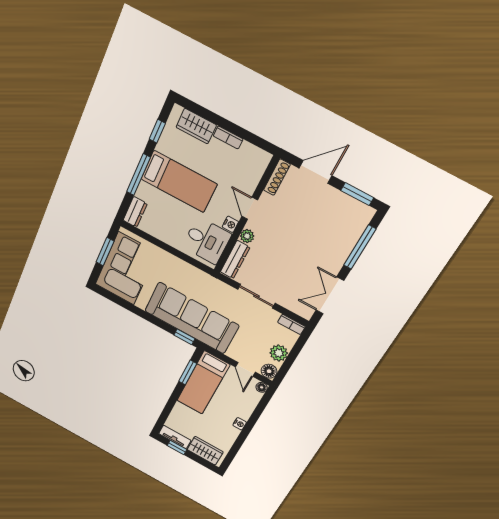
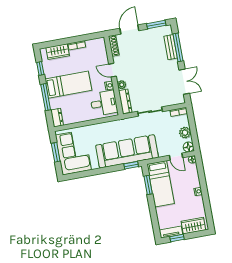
bench: (350, 239) -> (171, 47), added
double door: (330, 295) -> (184, 82), swing flipped

